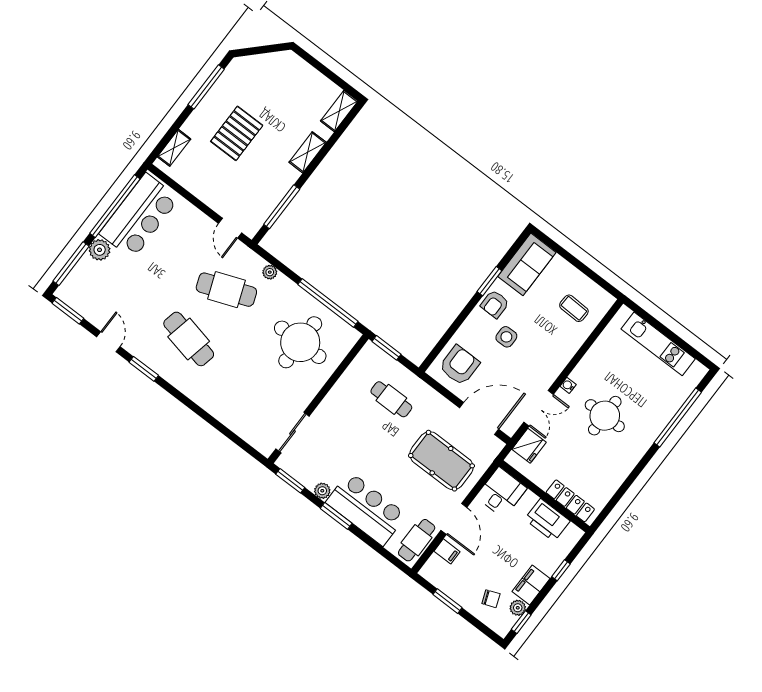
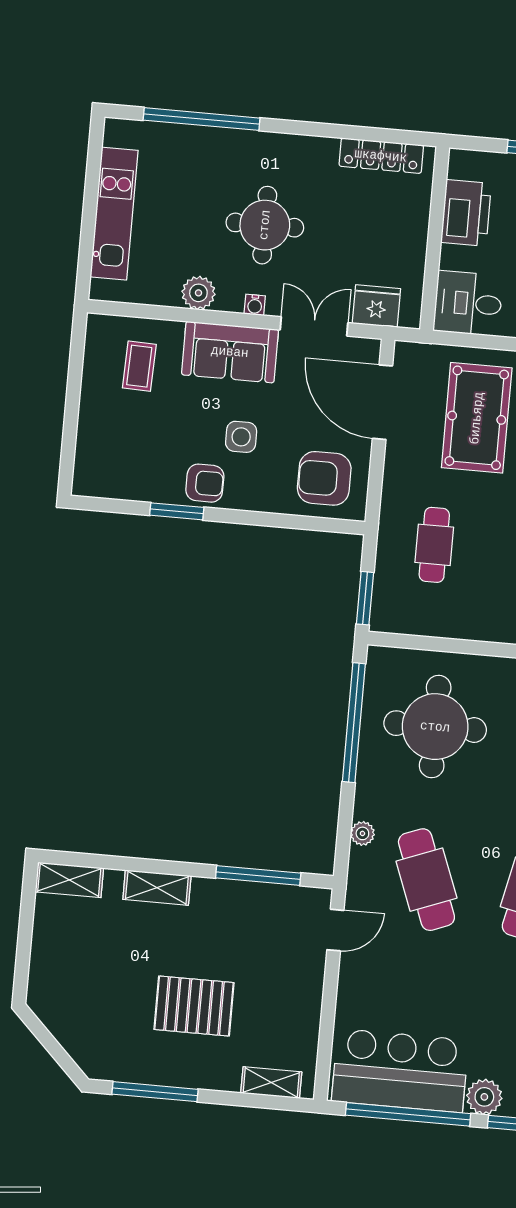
sofa: (527, 264) -> (230, 352), moved, turned 180
plant: (592, 361) -> (198, 293), added
locker: (570, 501) -> (381, 156), moved, turned -90

